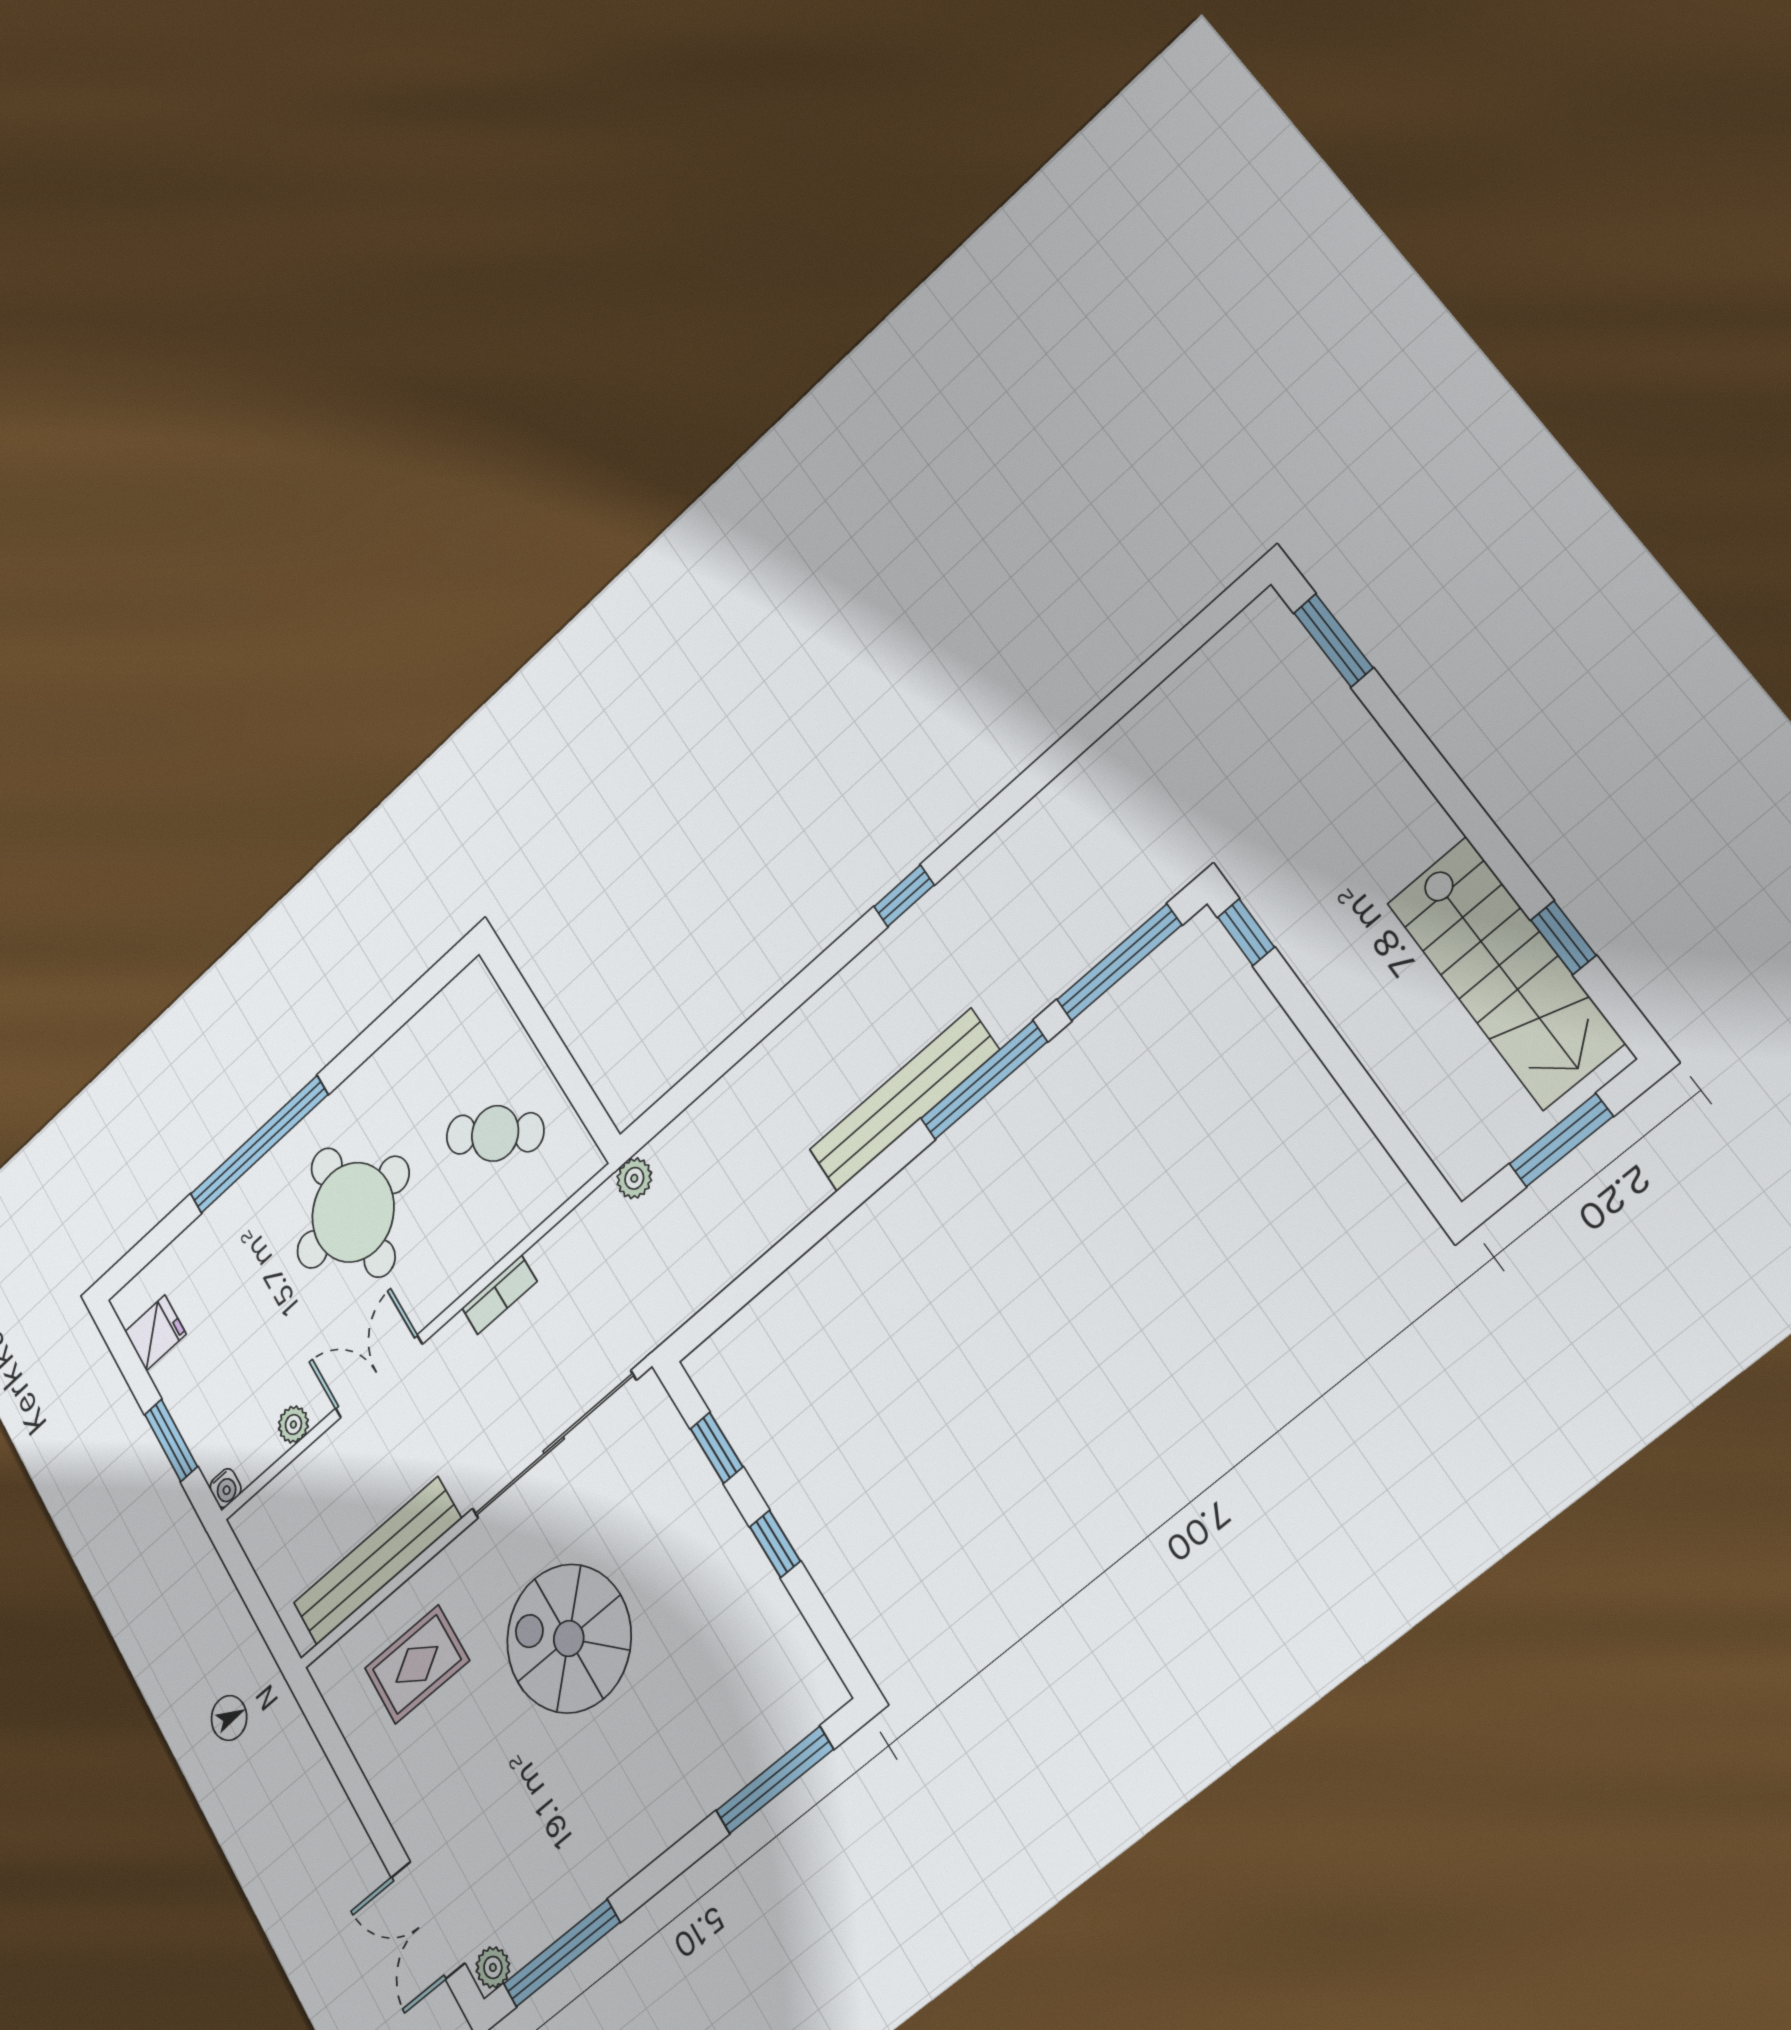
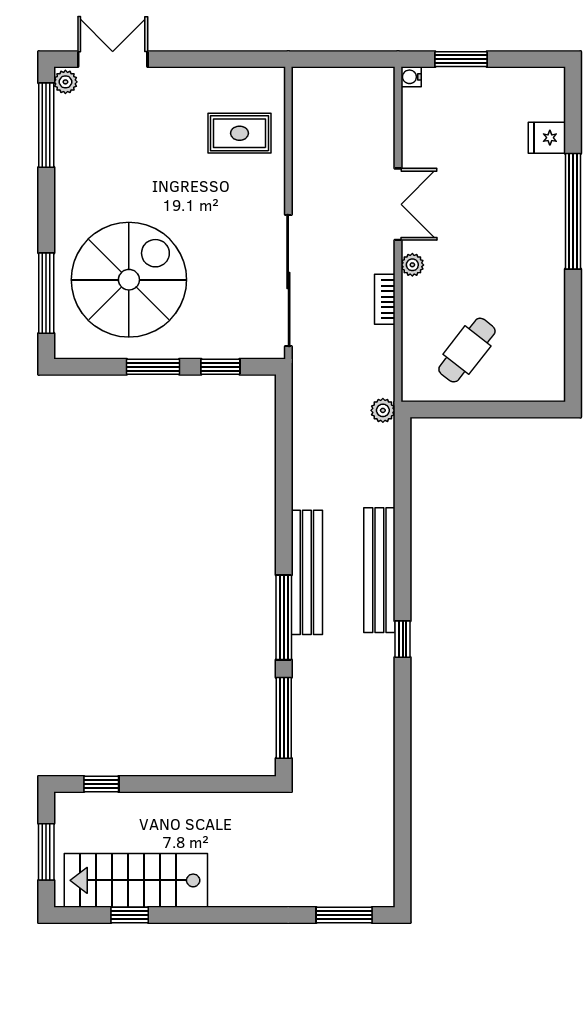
window: (1246, 932) -> (101, 784), moved
round table: (353, 1212) -> (493, 244), removed
fridge: (155, 1333) -> (547, 138), moved, turned 90
plant: (293, 1424) -> (412, 265), moved
window: (775, 1544) -> (153, 367), width x1.50
bench: (377, 1561) -> (379, 570), moved
spiral stairs: (569, 1639) -> (129, 280), moved, width x1.37, depth x1.37
rug: (417, 1664) -> (240, 133), turned 90

